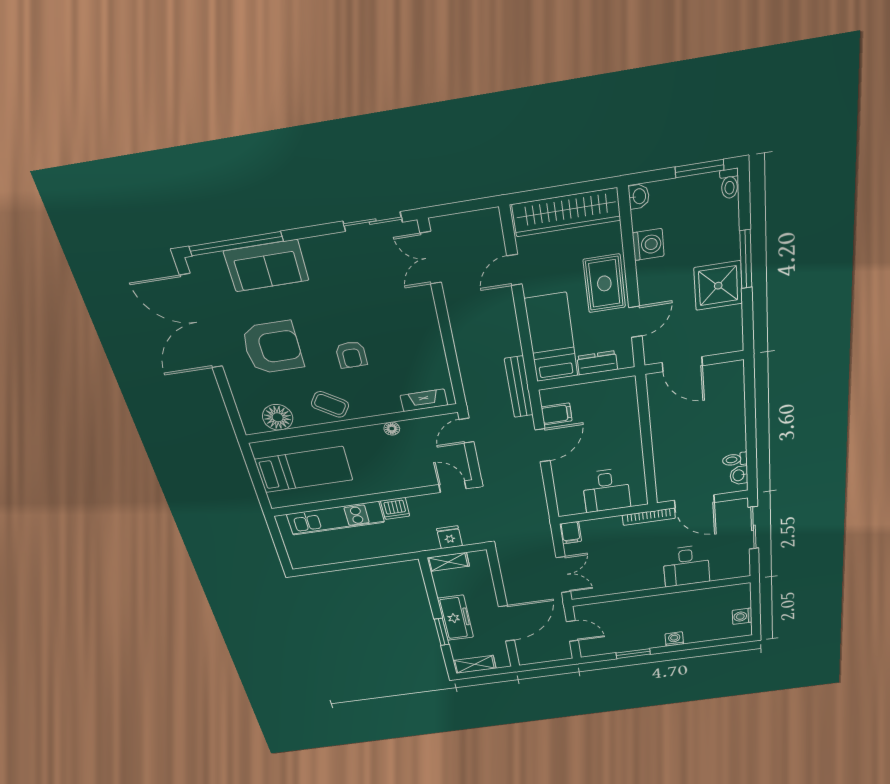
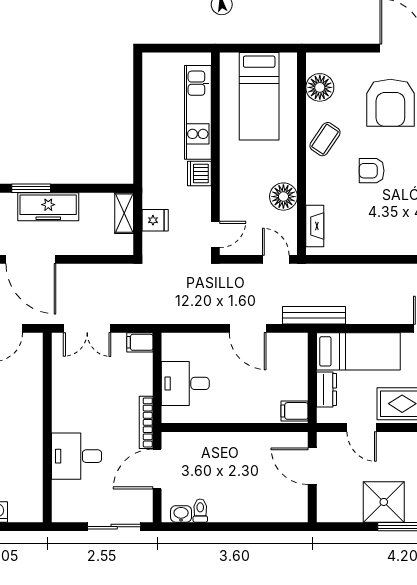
door: (682, 364) -> (312, 466), hinge flipped
filing cabinet: (557, 414) -> (295, 411), moved, turned 90
floor lamp: (392, 429) -> (283, 197), width x1.89, depth x1.89

